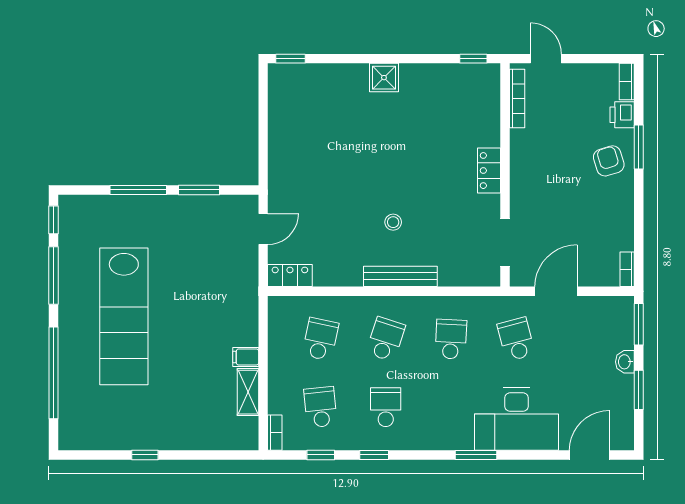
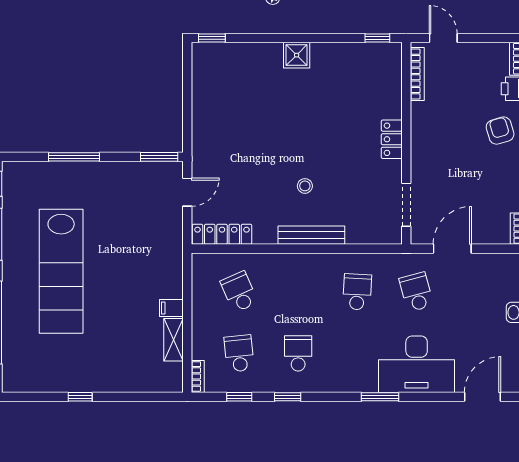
window: (199, 190) -> (159, 157), moved
locker: (290, 276) -> (222, 234), width x1.53
school desk: (320, 339) -> (239, 292), turned -36
school desk: (386, 339) -> (298, 292), removed

